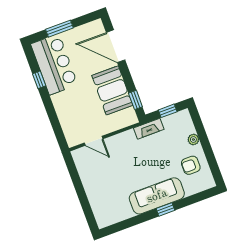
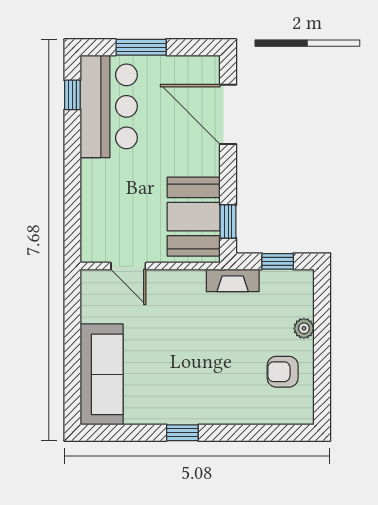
window: (39, 80) -> (72, 95), moved
booth: (112, 90) -> (194, 217), moved
sofa: (157, 196) -> (102, 374), moved, turned 90
window: (165, 209) -> (182, 433), moved

